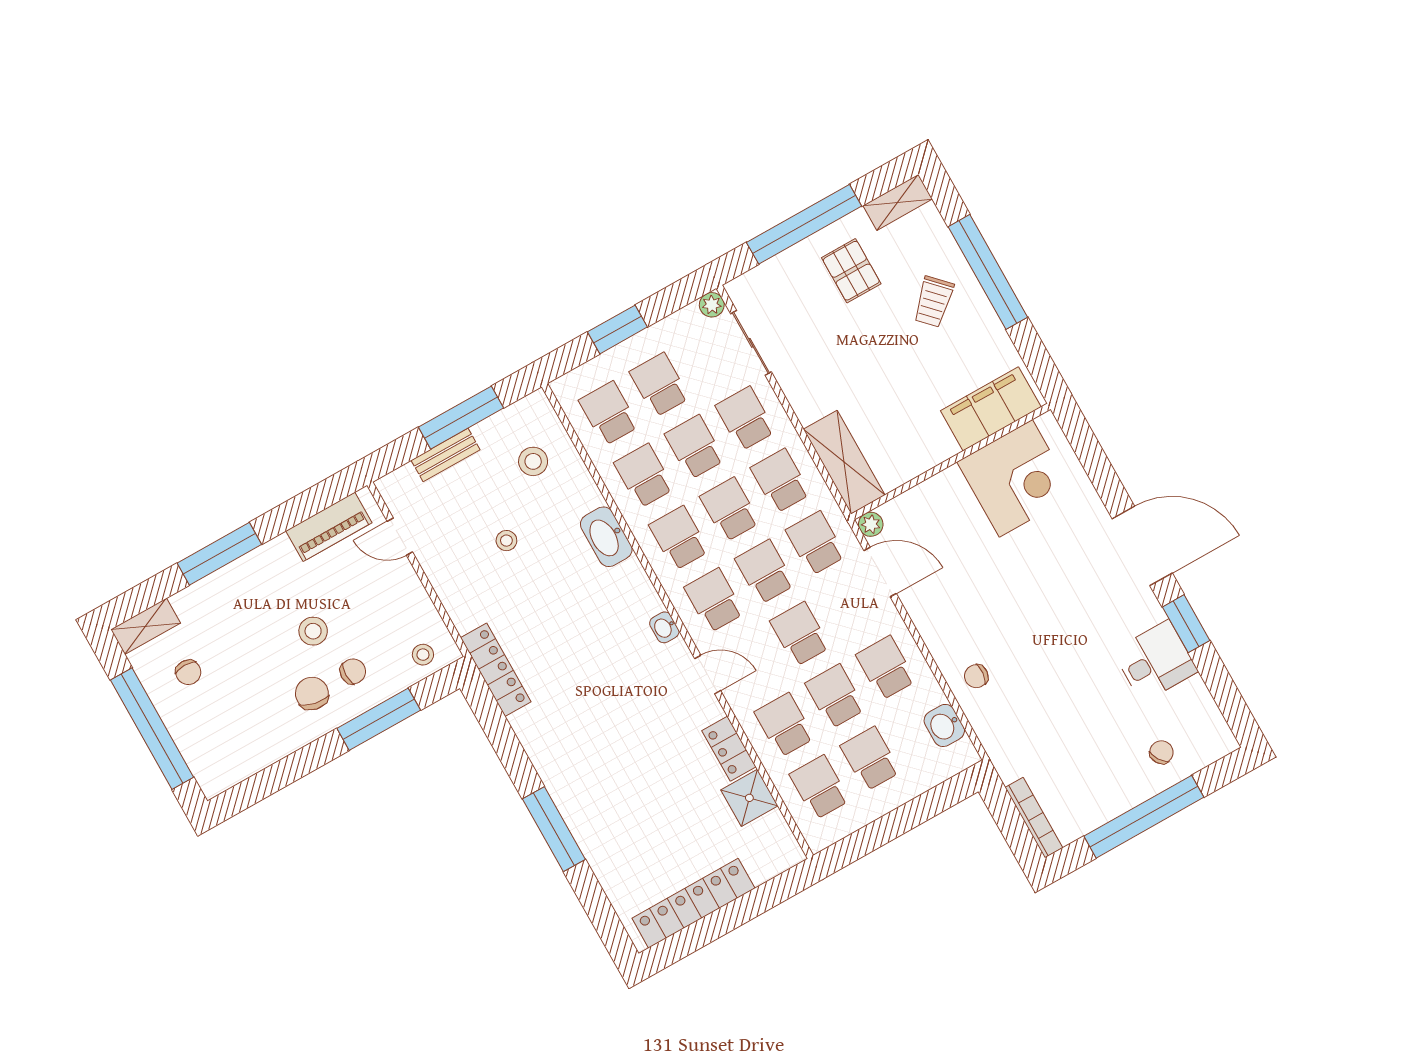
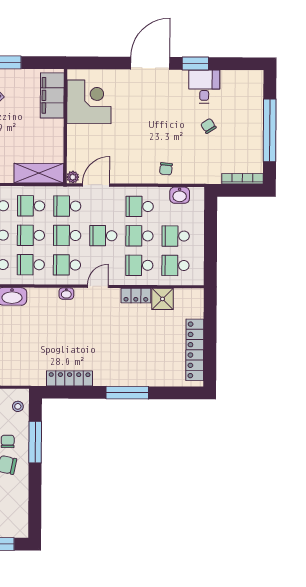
locker: (496, 670) -> (70, 378), moved
chair: (1161, 752) -> (208, 126), moved

